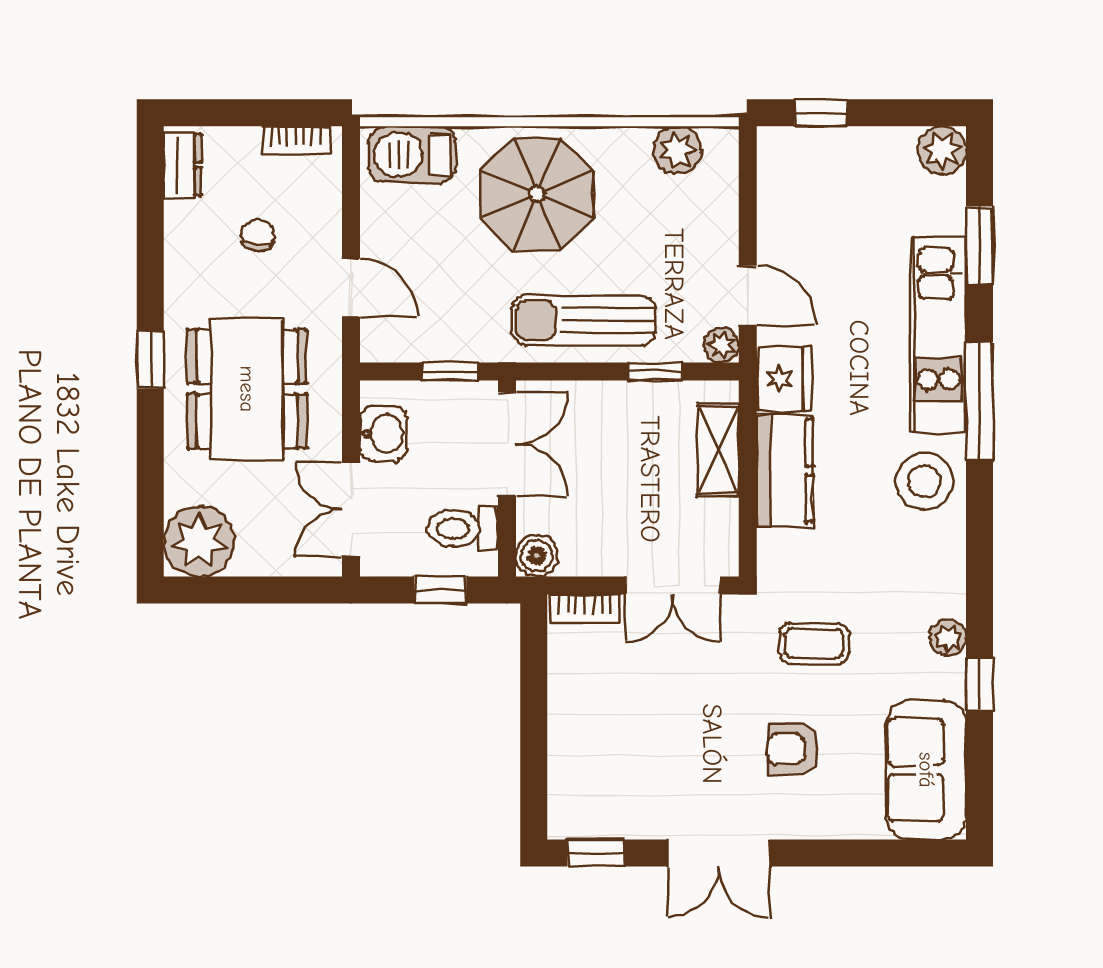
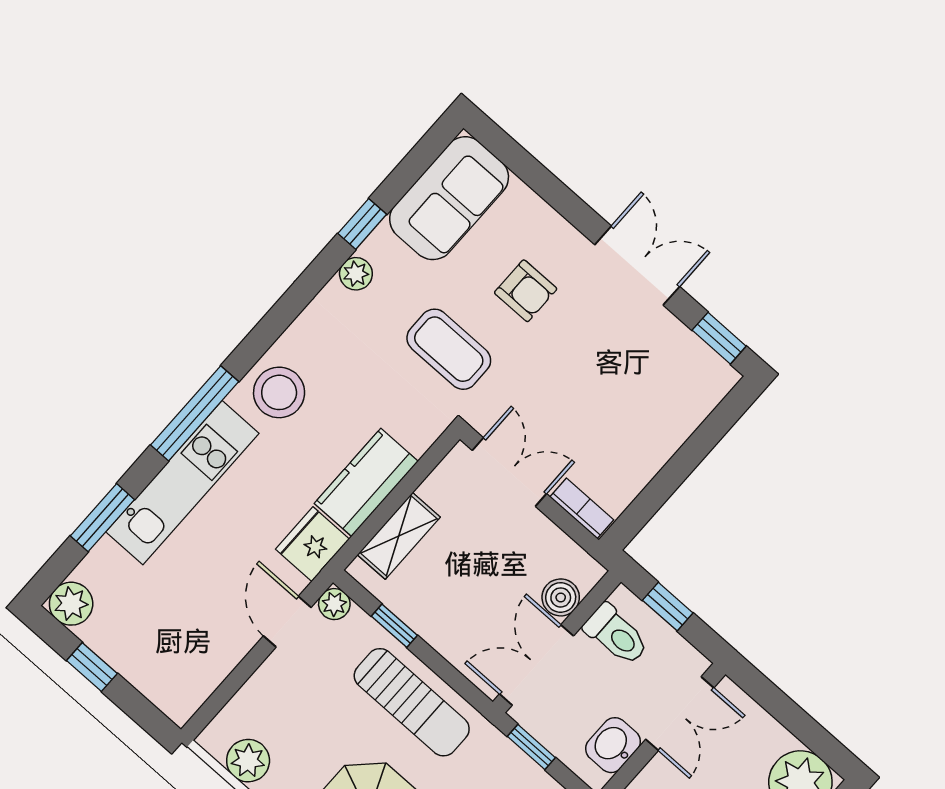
window: (821, 113) -> (92, 667), moved
boiler: (537, 556) -> (561, 597), moved
coffee table: (814, 643) -> (449, 349), width x1.36, depth x1.30

